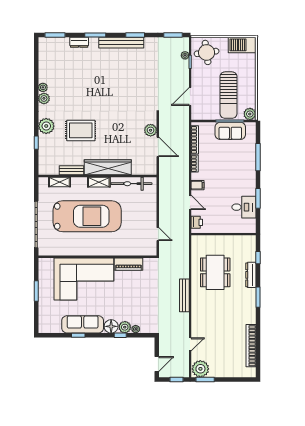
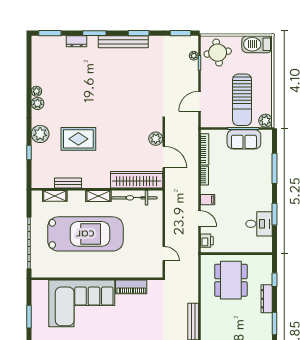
wardrobe: (108, 167) -> (137, 180), moved
dining table: (215, 272) -> (231, 280), moved

